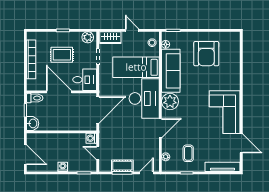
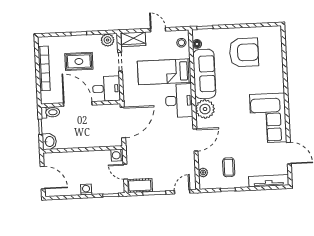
armchair: (206, 54) -> (244, 52), turned -90
desk: (144, 98) -> (179, 101), width x0.73, depth x0.77
cot: (122, 166) -> (140, 186), moved

